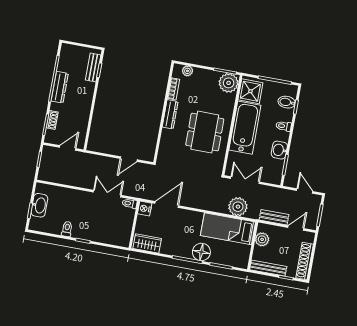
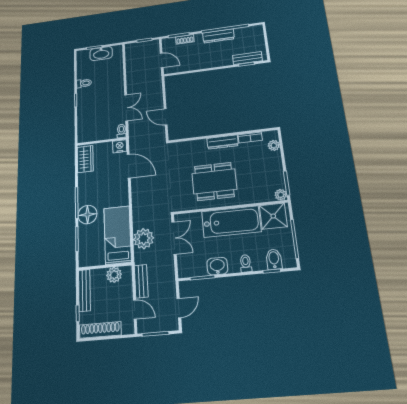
plant: (229, 83) -> (281, 195), width x0.53, depth x0.53

